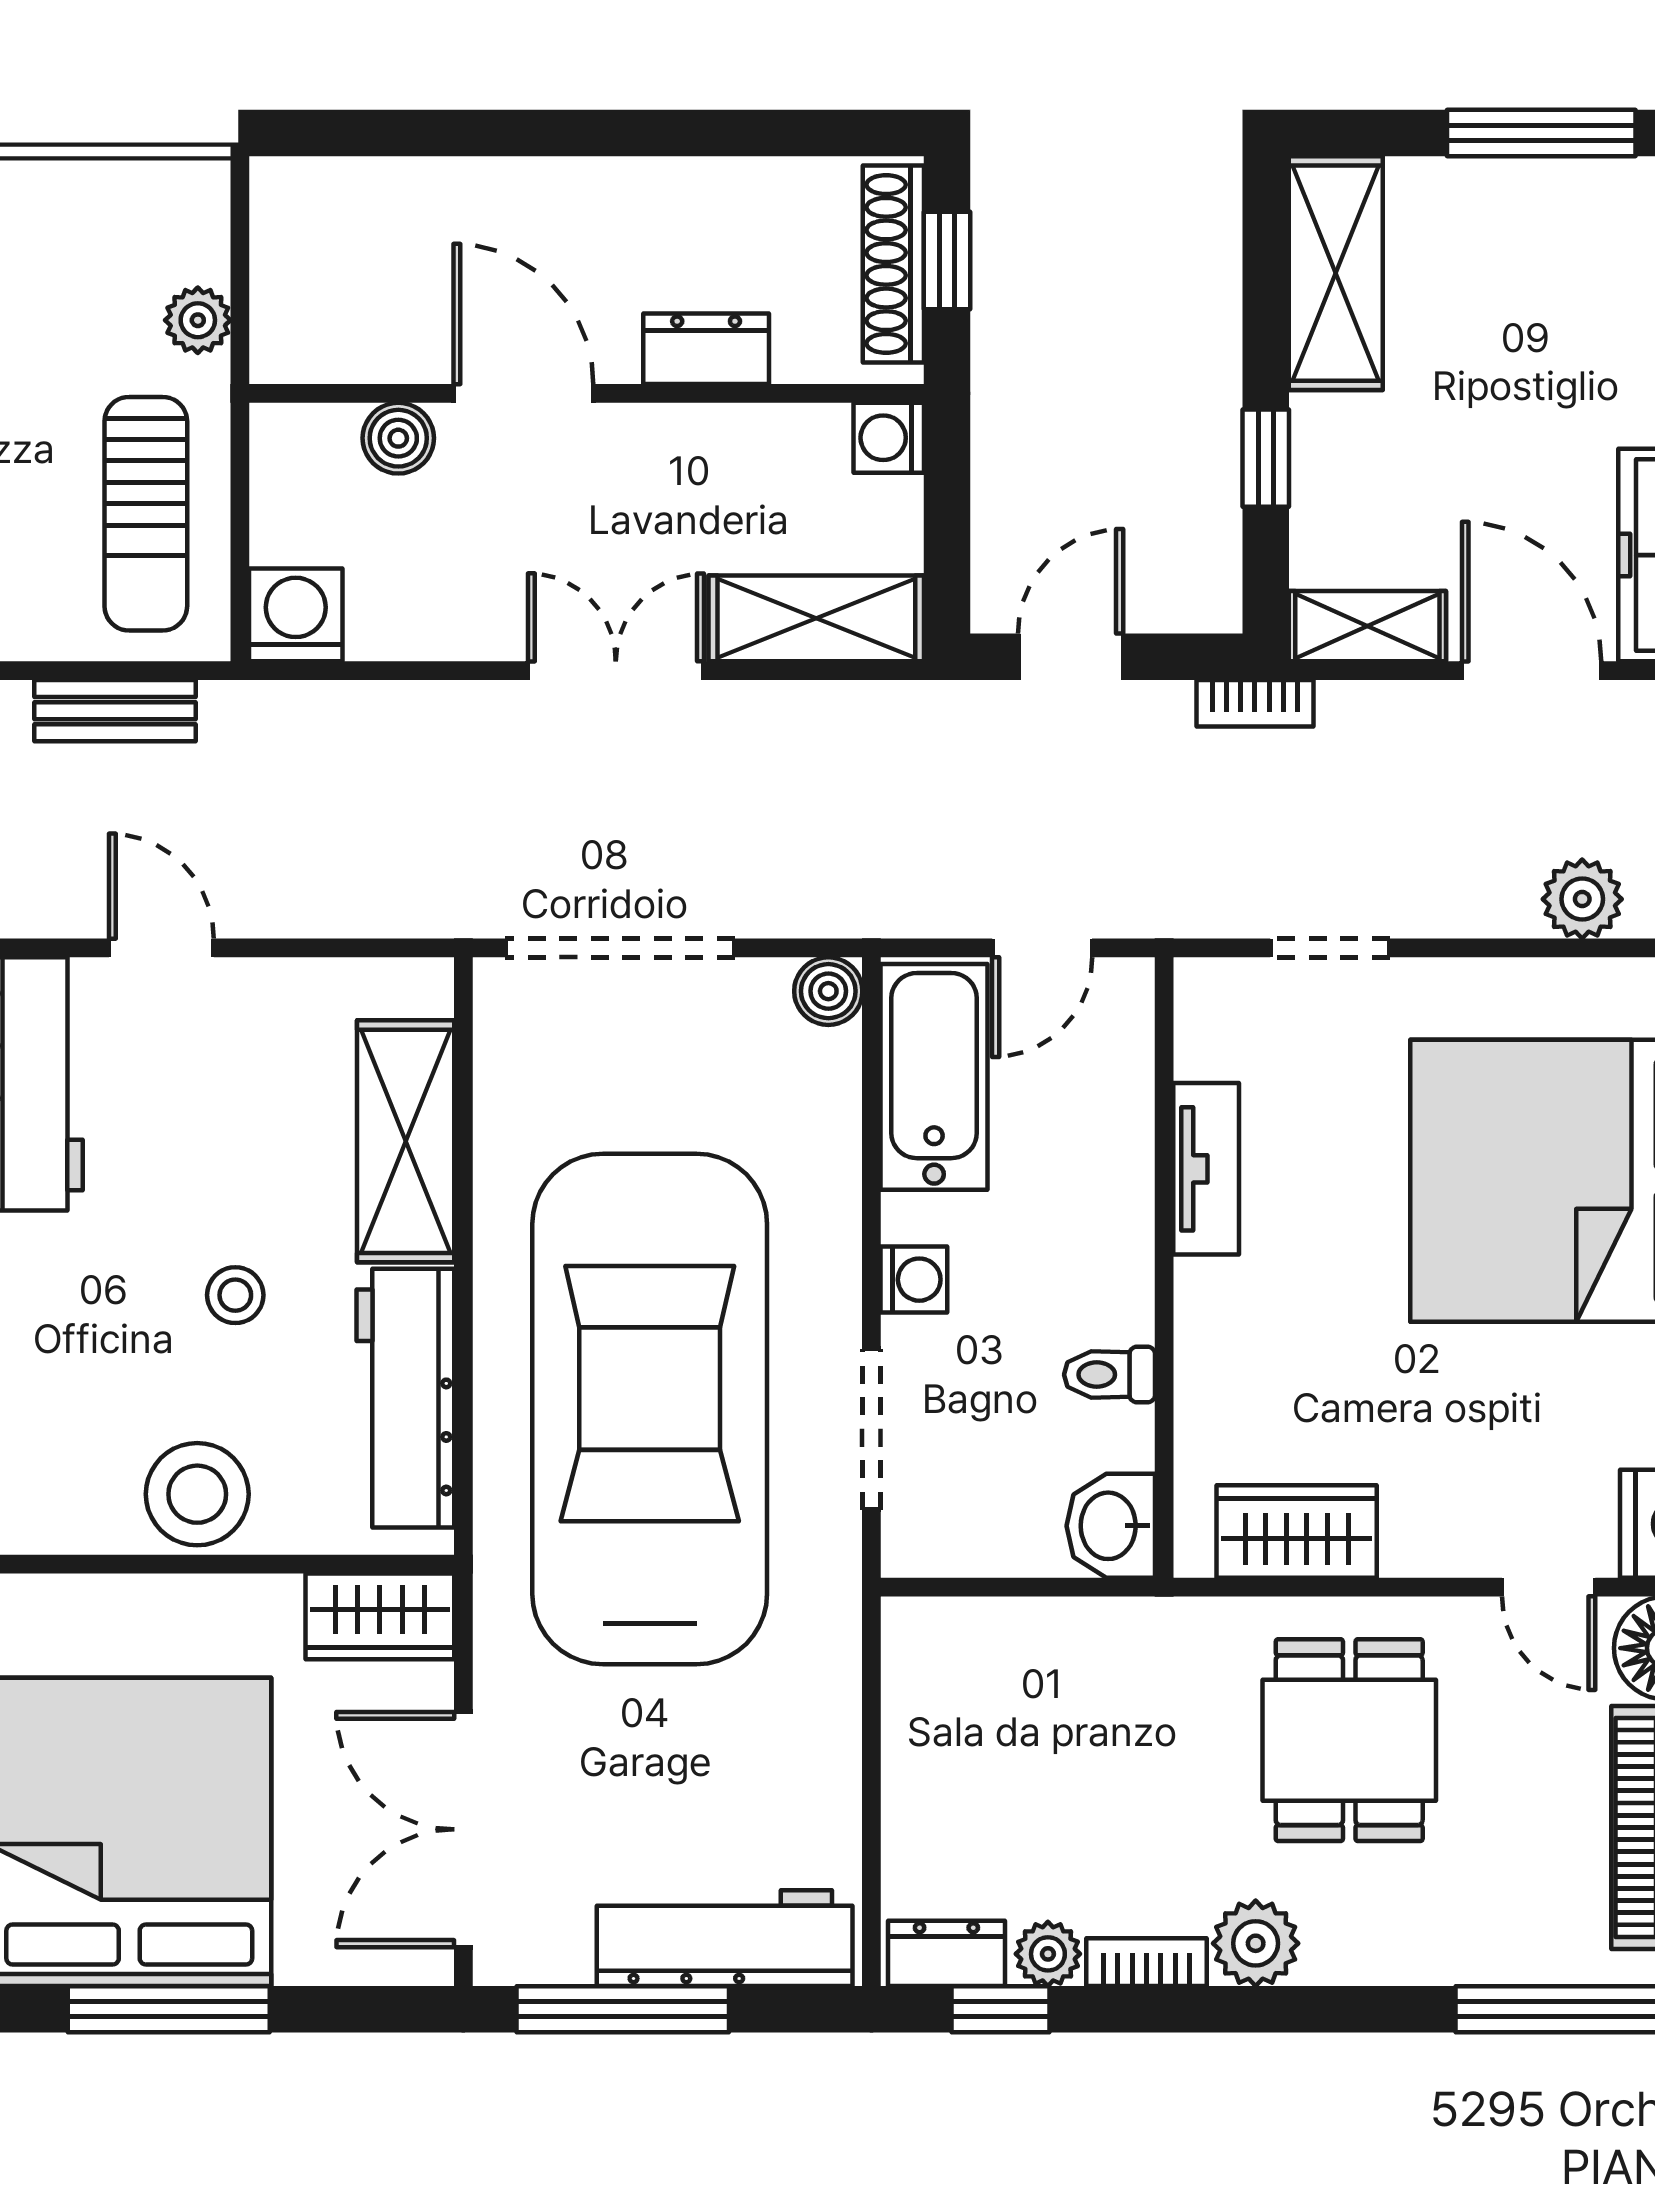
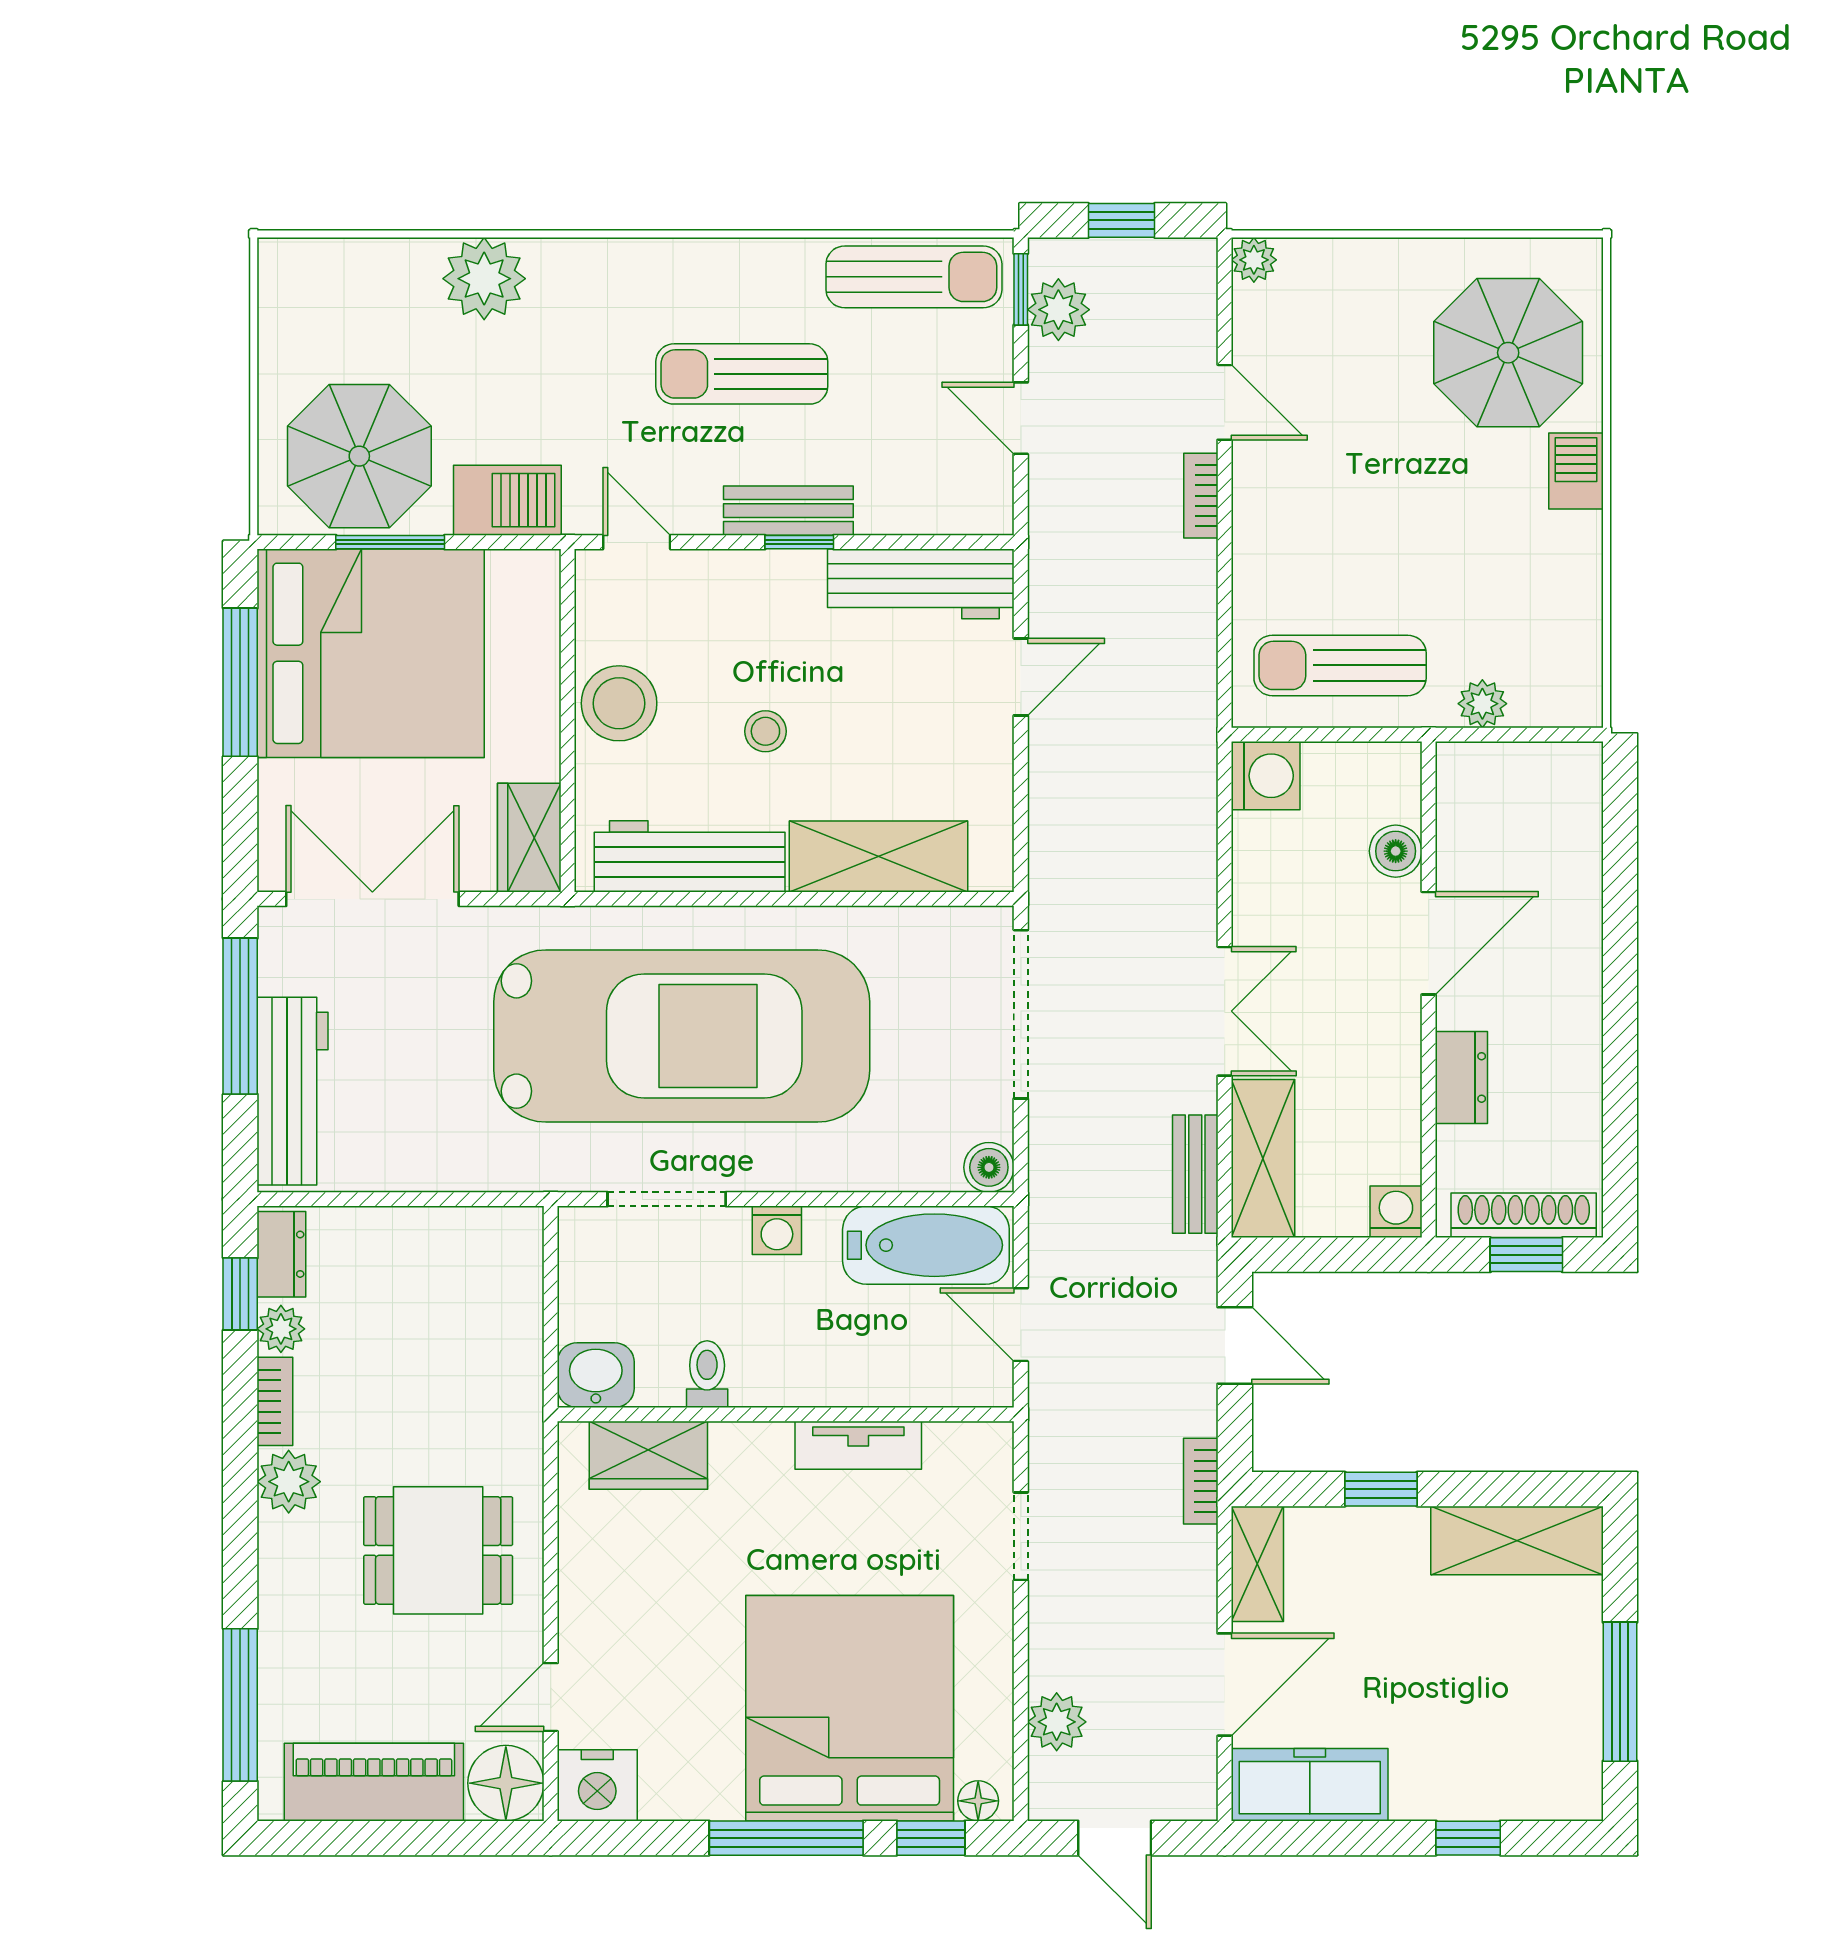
bench: (115, 711) -> (1195, 1174), moved
wardrobe: (1297, 1532) -> (648, 1455), moved, turned 90

